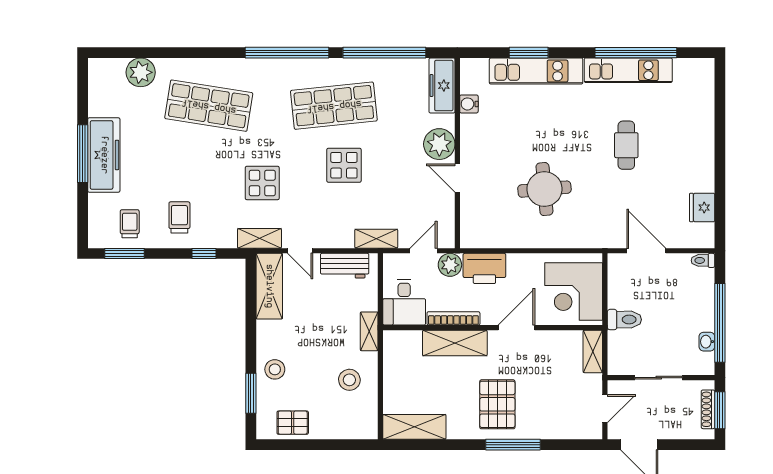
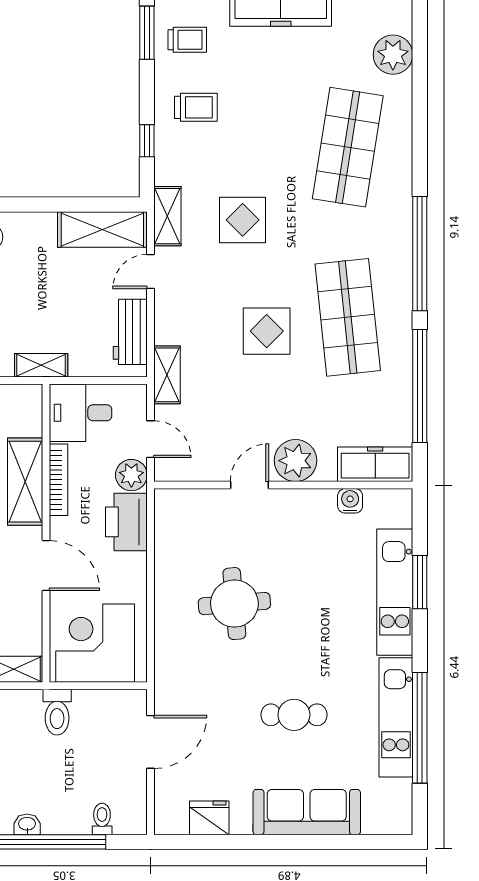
sofa: (698, 136) -> (307, 812), added
toilet: (703, 260) -> (102, 819), moved

